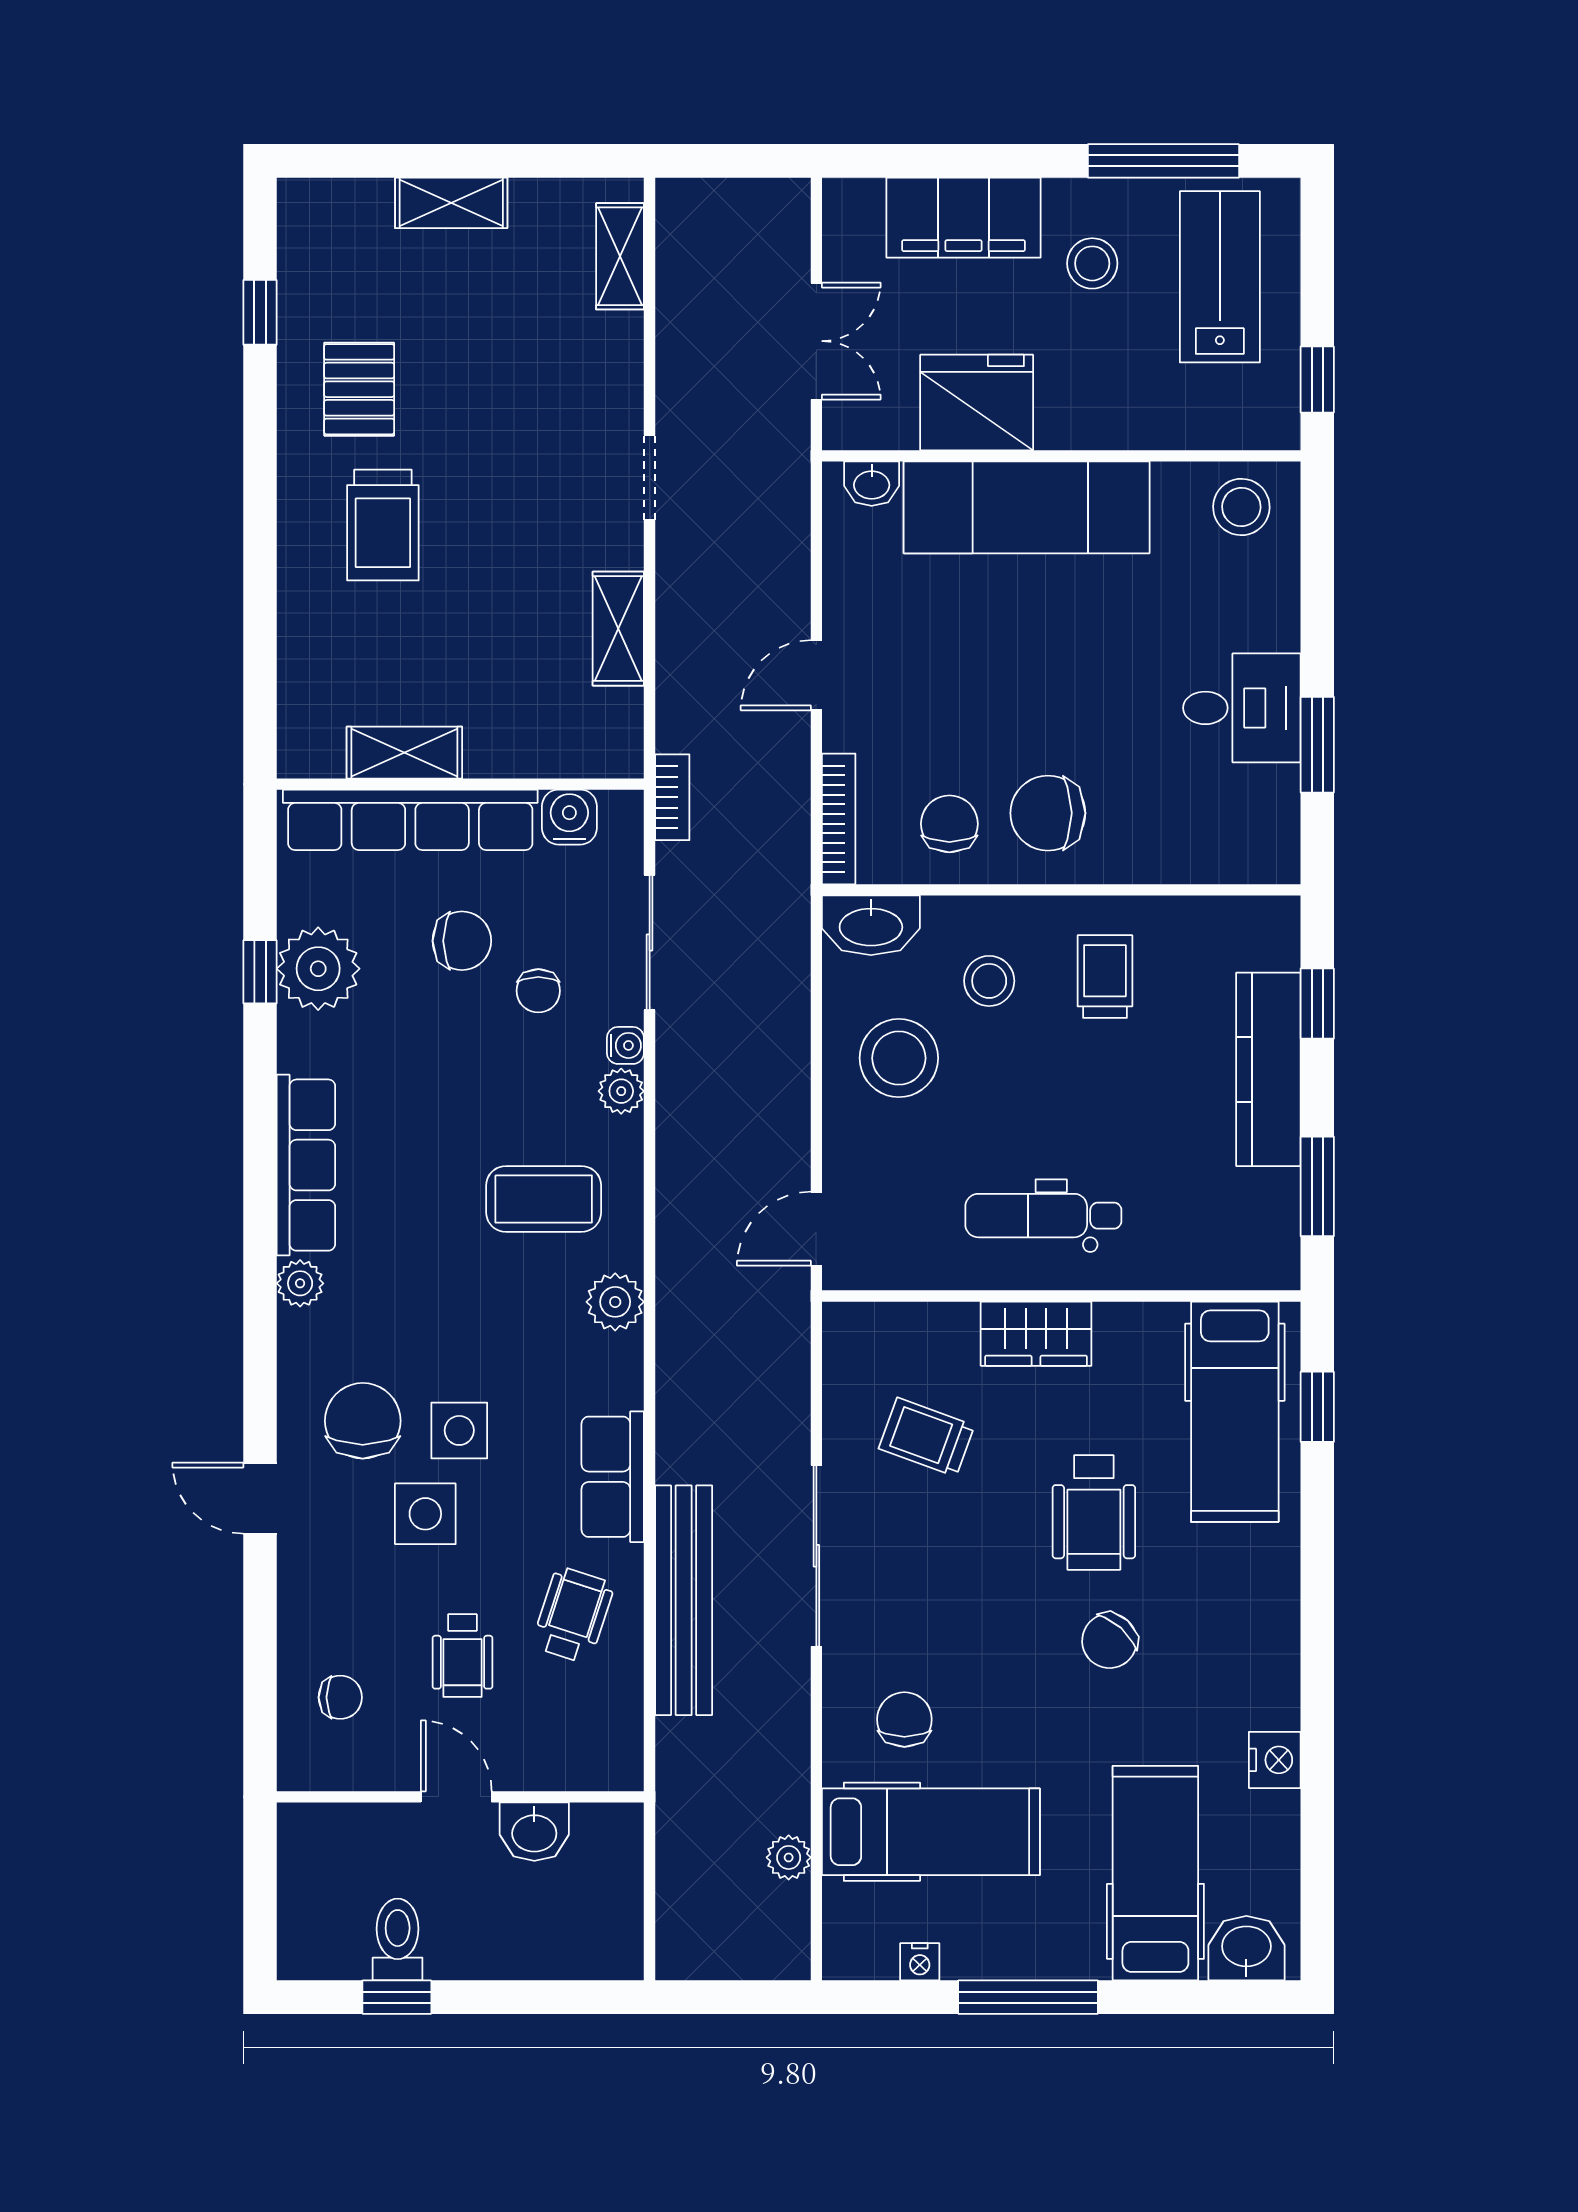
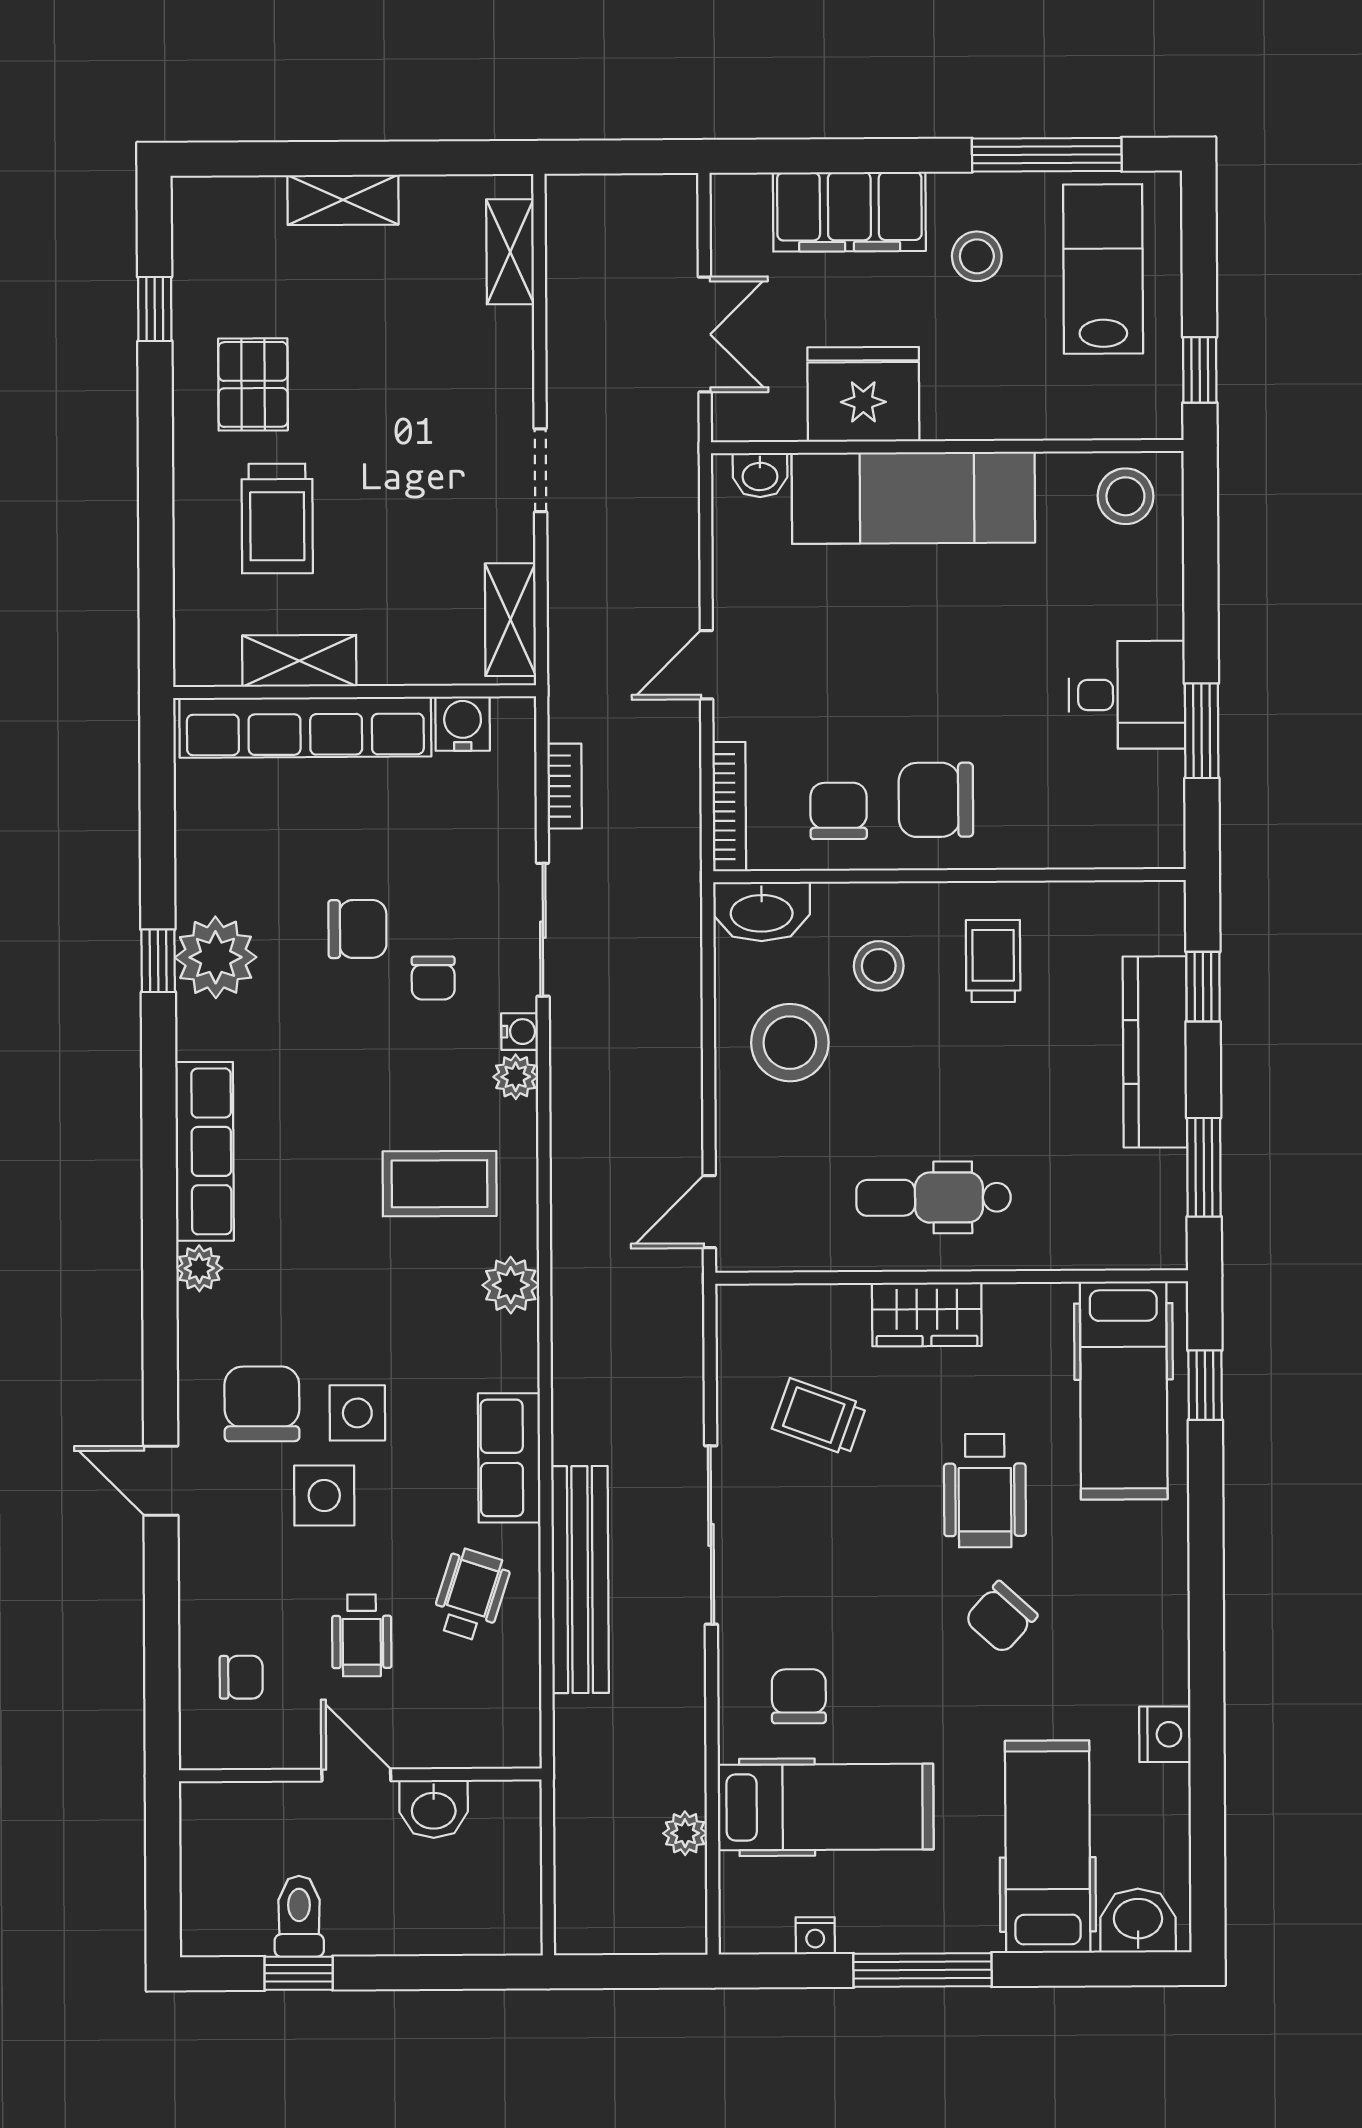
shelving: (404, 753) -> (299, 661), moved
wall: (460, 784) -> (355, 692), moved
water cooler: (569, 817) -> (463, 724), moved
row of seats: (410, 820) -> (305, 727), moved

